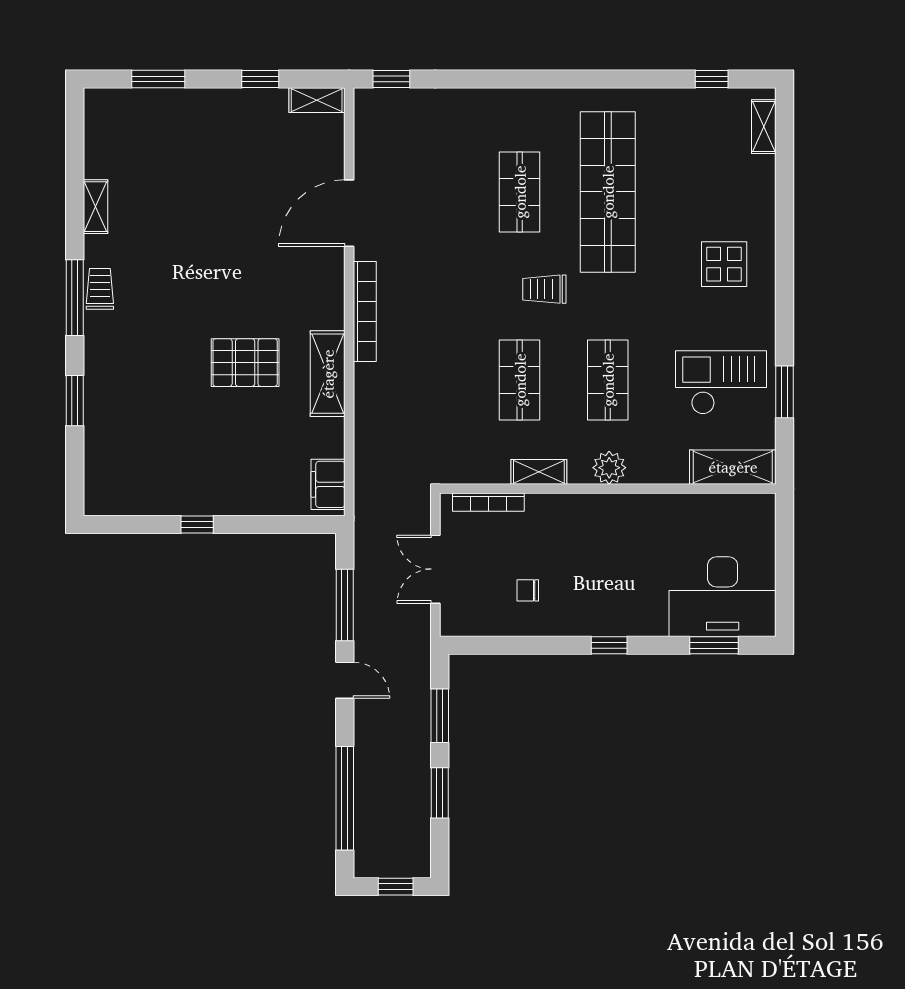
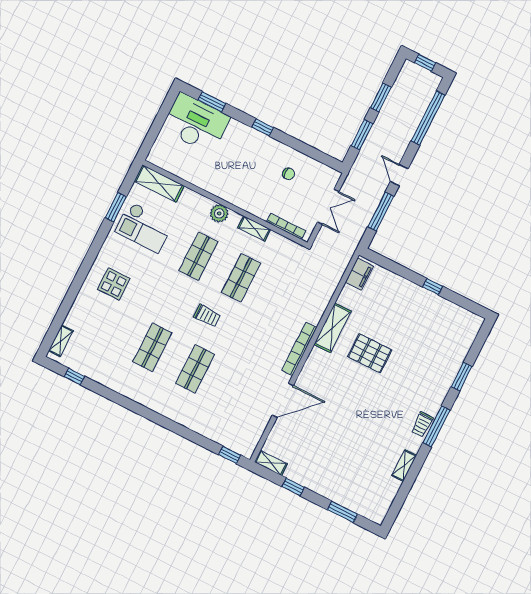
shop shelf: (608, 192) -> (152, 347), width x0.50, depth x0.74

